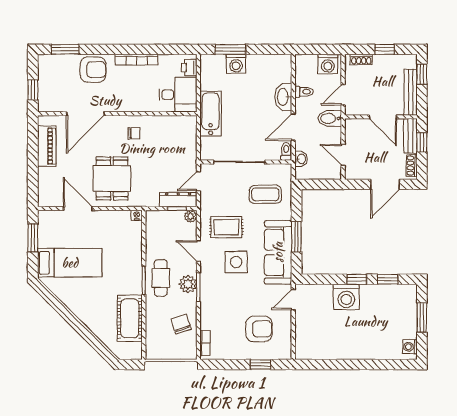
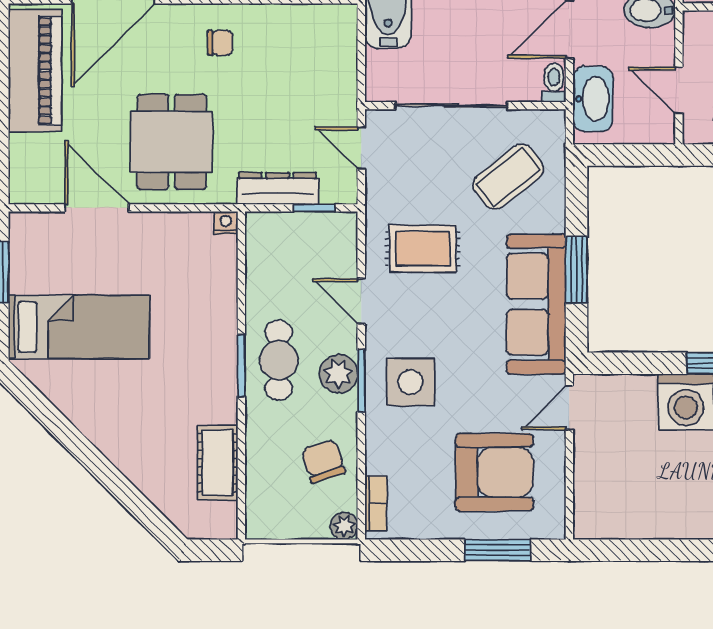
piano: (47, 146) -> (35, 71), width x1.37, depth x1.33
washbasin: (301, 159) -> (593, 99), width x1.91, depth x1.45
door: (198, 181) -> (361, 148), hinge flipped
coffee table: (265, 194) -> (508, 177), turned -38
dresser: (178, 200) -> (277, 188), moved
plant: (191, 216) -> (344, 526), moved
side table: (236, 262) -> (410, 382), moved
cot: (130, 318) -> (218, 463), width x0.73, depth x0.75
armchair: (259, 329) -> (494, 472), width x1.36, depth x1.36
window: (261, 364) -> (498, 550), width x1.50

